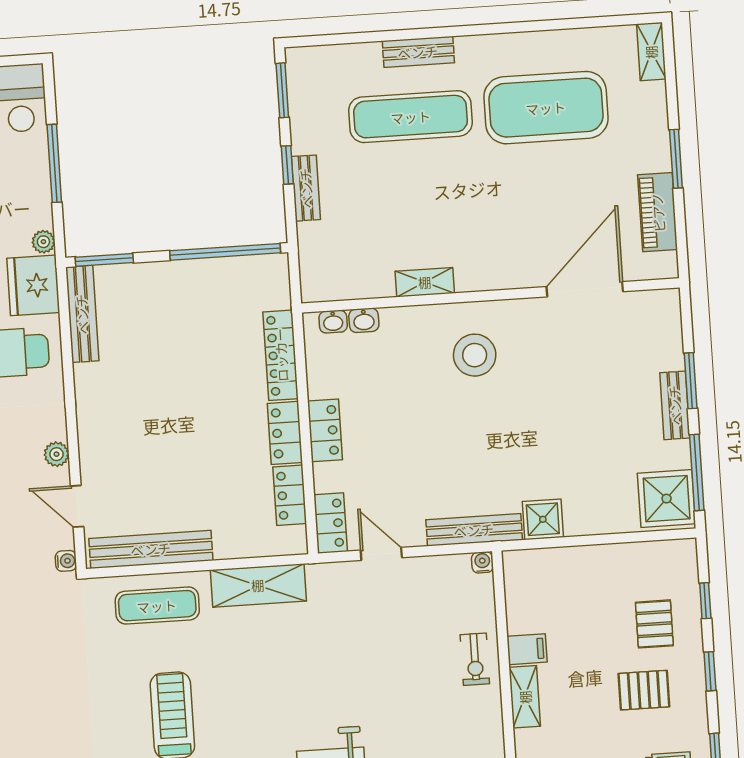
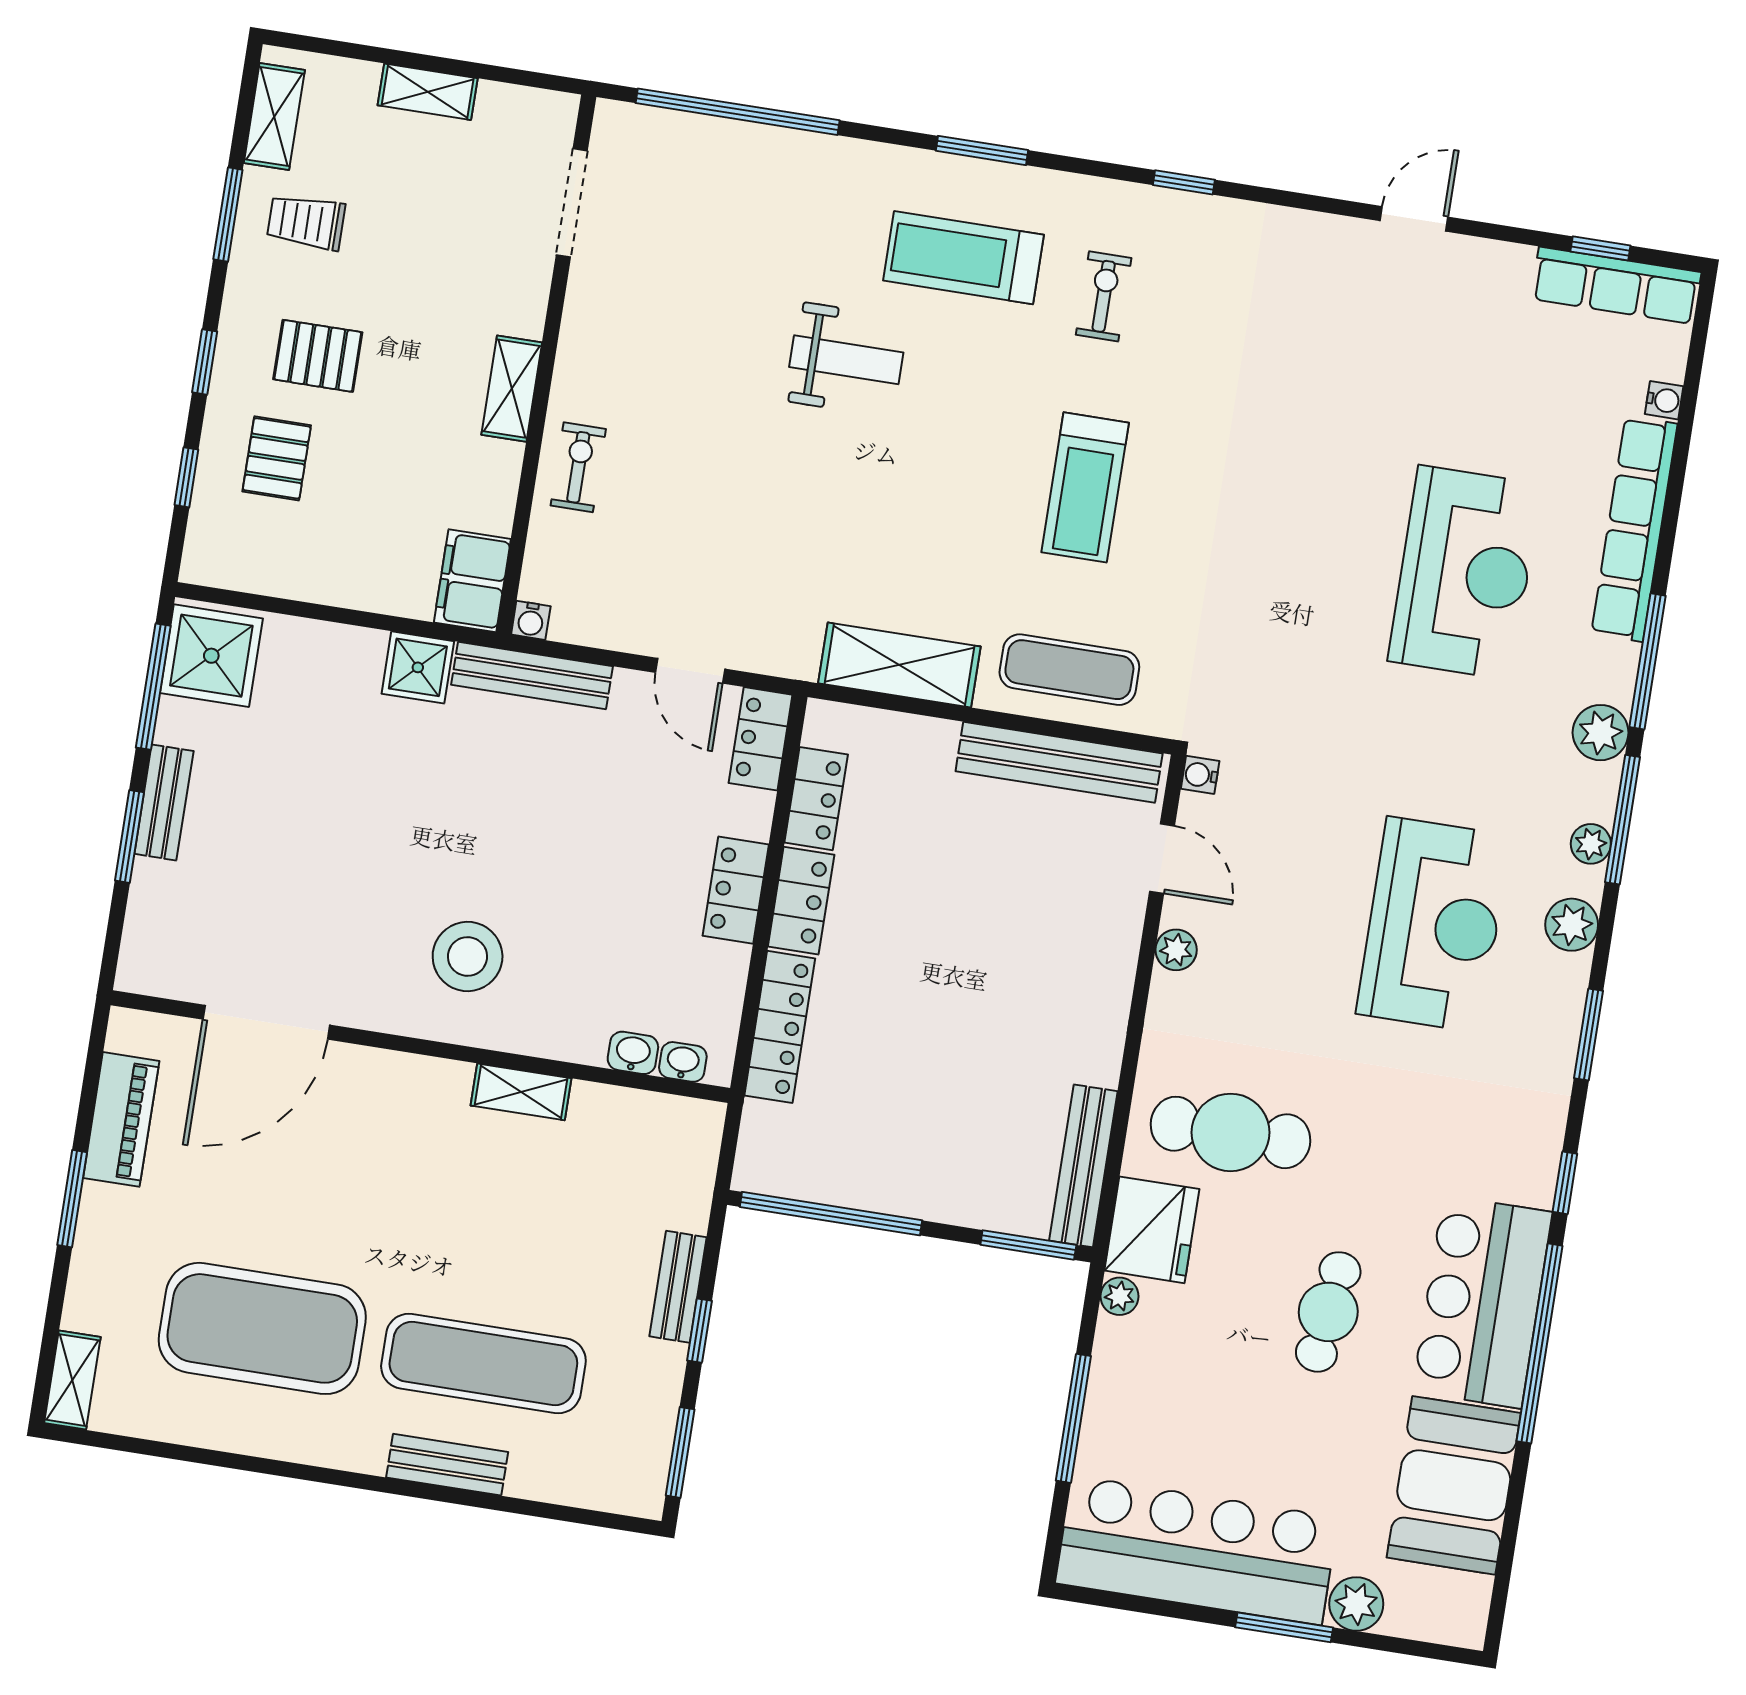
filing cabinet: (527, 649) -> (472, 581), moved, width x2.00

